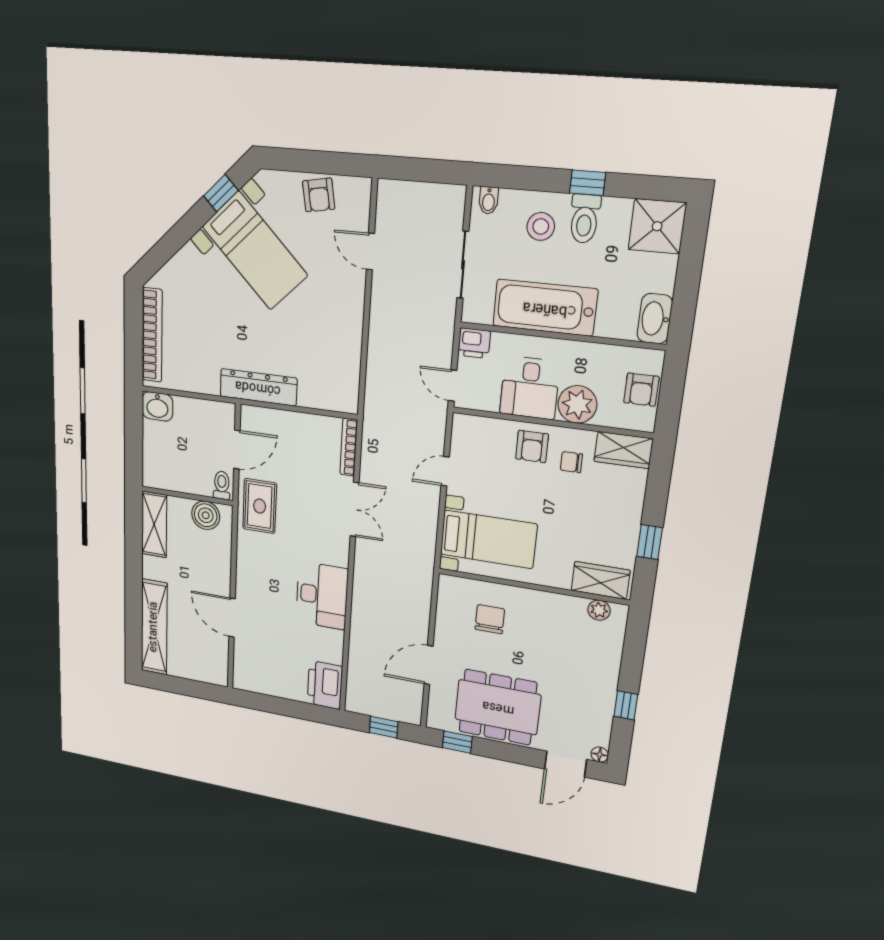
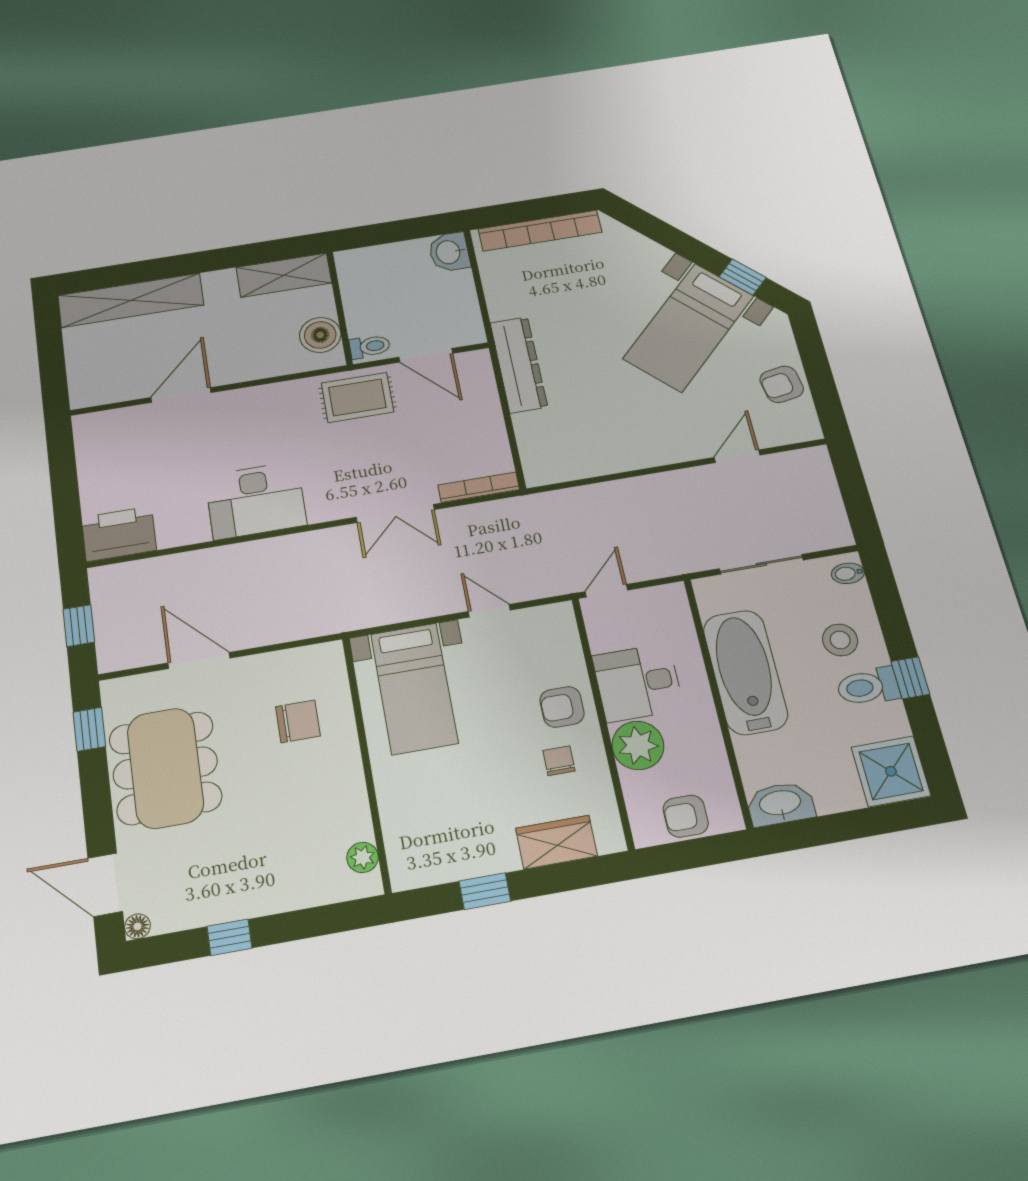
printer: (474, 343) -> (670, 602), removed
wardrobe: (623, 450) -> (556, 842), moved, turned 90
wardrobe: (600, 580) -> (407, 846), removed

